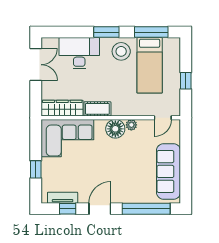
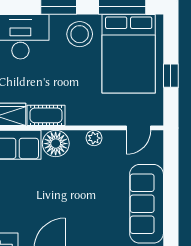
bed: (150, 65) -> (129, 54), width x1.50
floor lamp: (115, 129) -> (56, 144), moved

